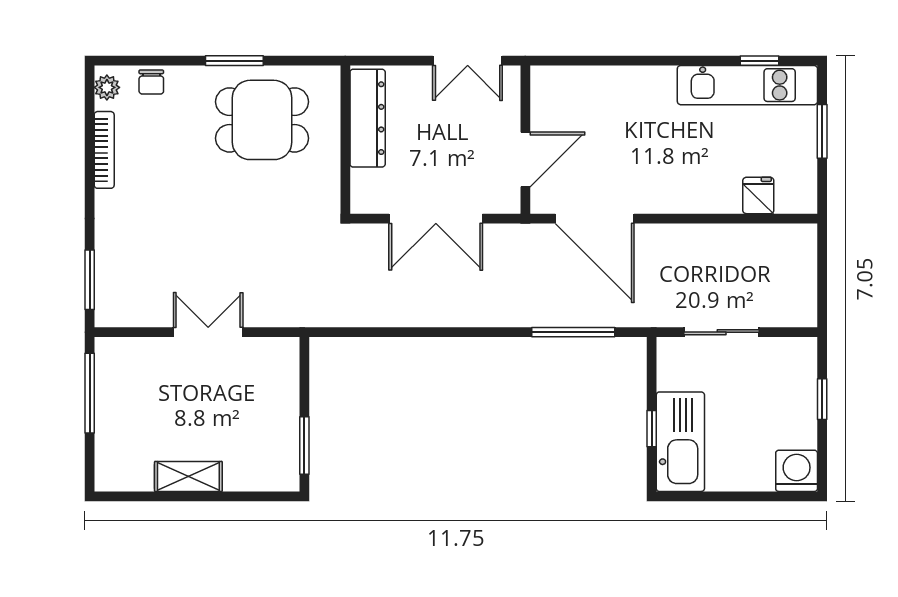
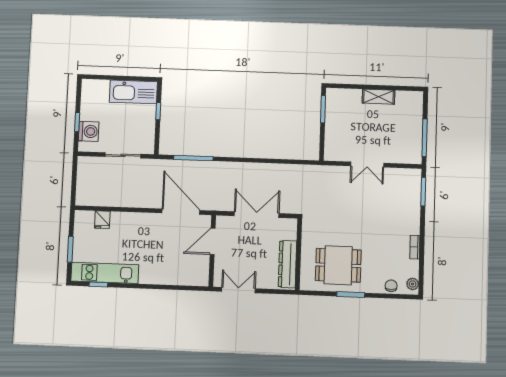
bookcase: (104, 150) -> (415, 247), width x0.64
kitchen sink: (680, 442) -> (133, 92), moved, turned -90
washing machine: (797, 471) -> (89, 131), moved, turned -90

